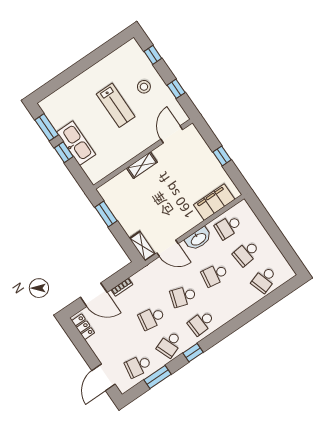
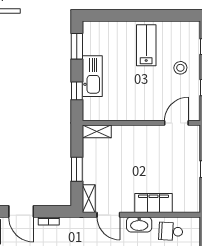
lab bench: (116, 105) -> (146, 45), moved, turned 180
window: (64, 152) -> (77, 91), moved
shelving: (142, 165) -> (97, 131), moved
filing cabinet: (214, 202) -> (153, 203), moved
window: (106, 214) -> (77, 169), moved

